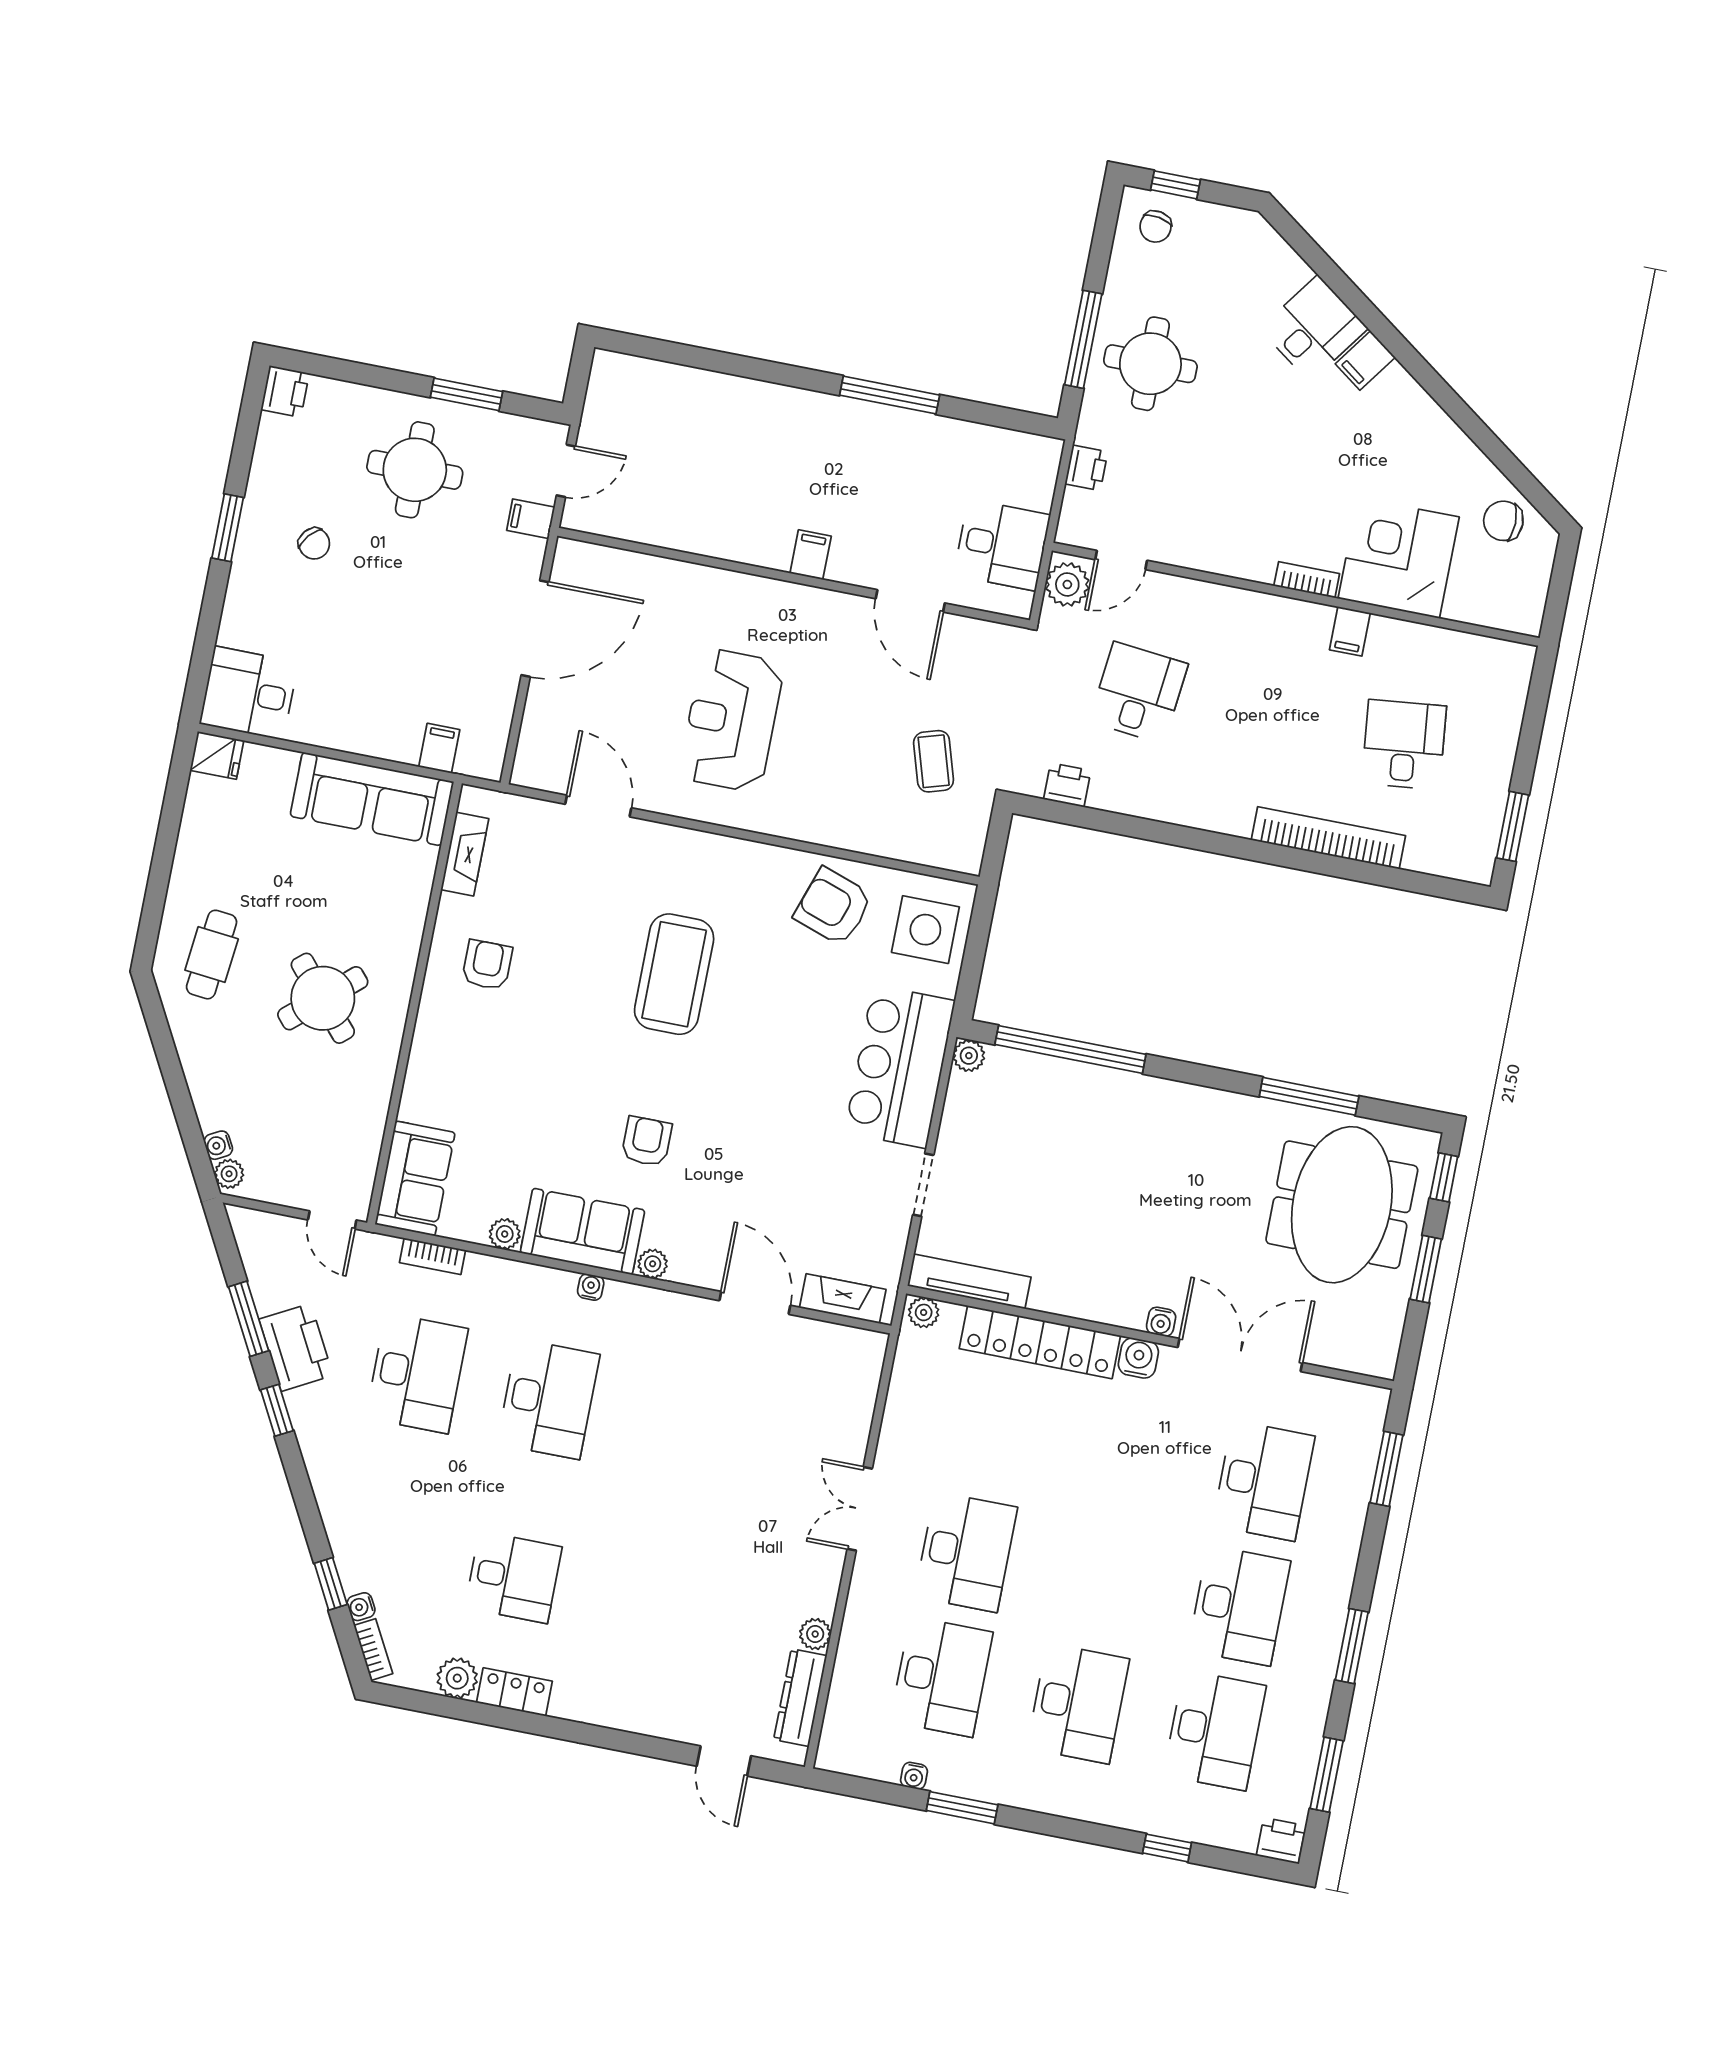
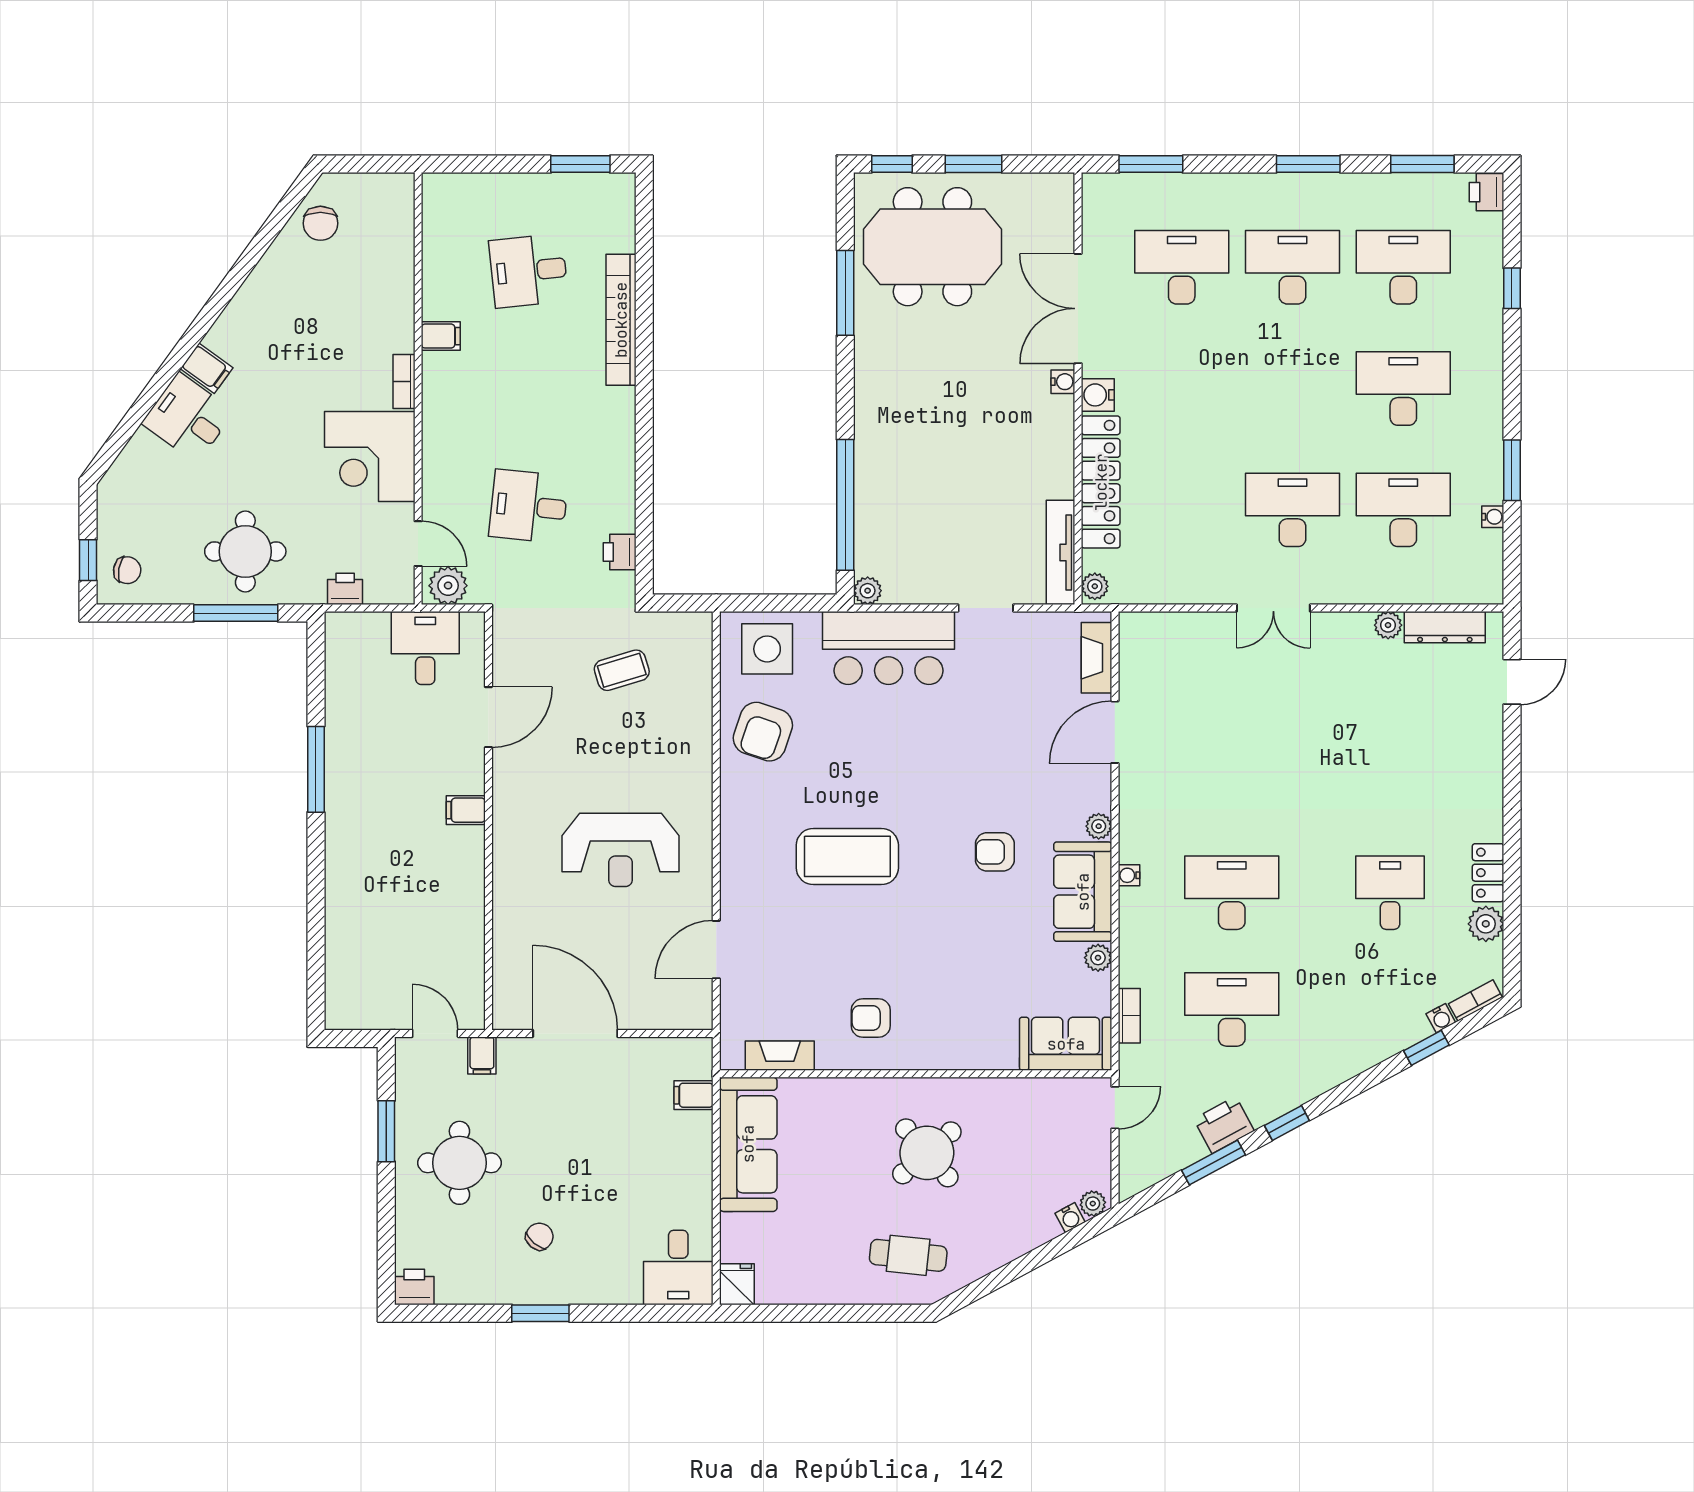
corner desk: (1399, 558) -> (370, 457), moved
printer: (296, 1347) -> (1224, 1125), width x0.73, depth x0.84

